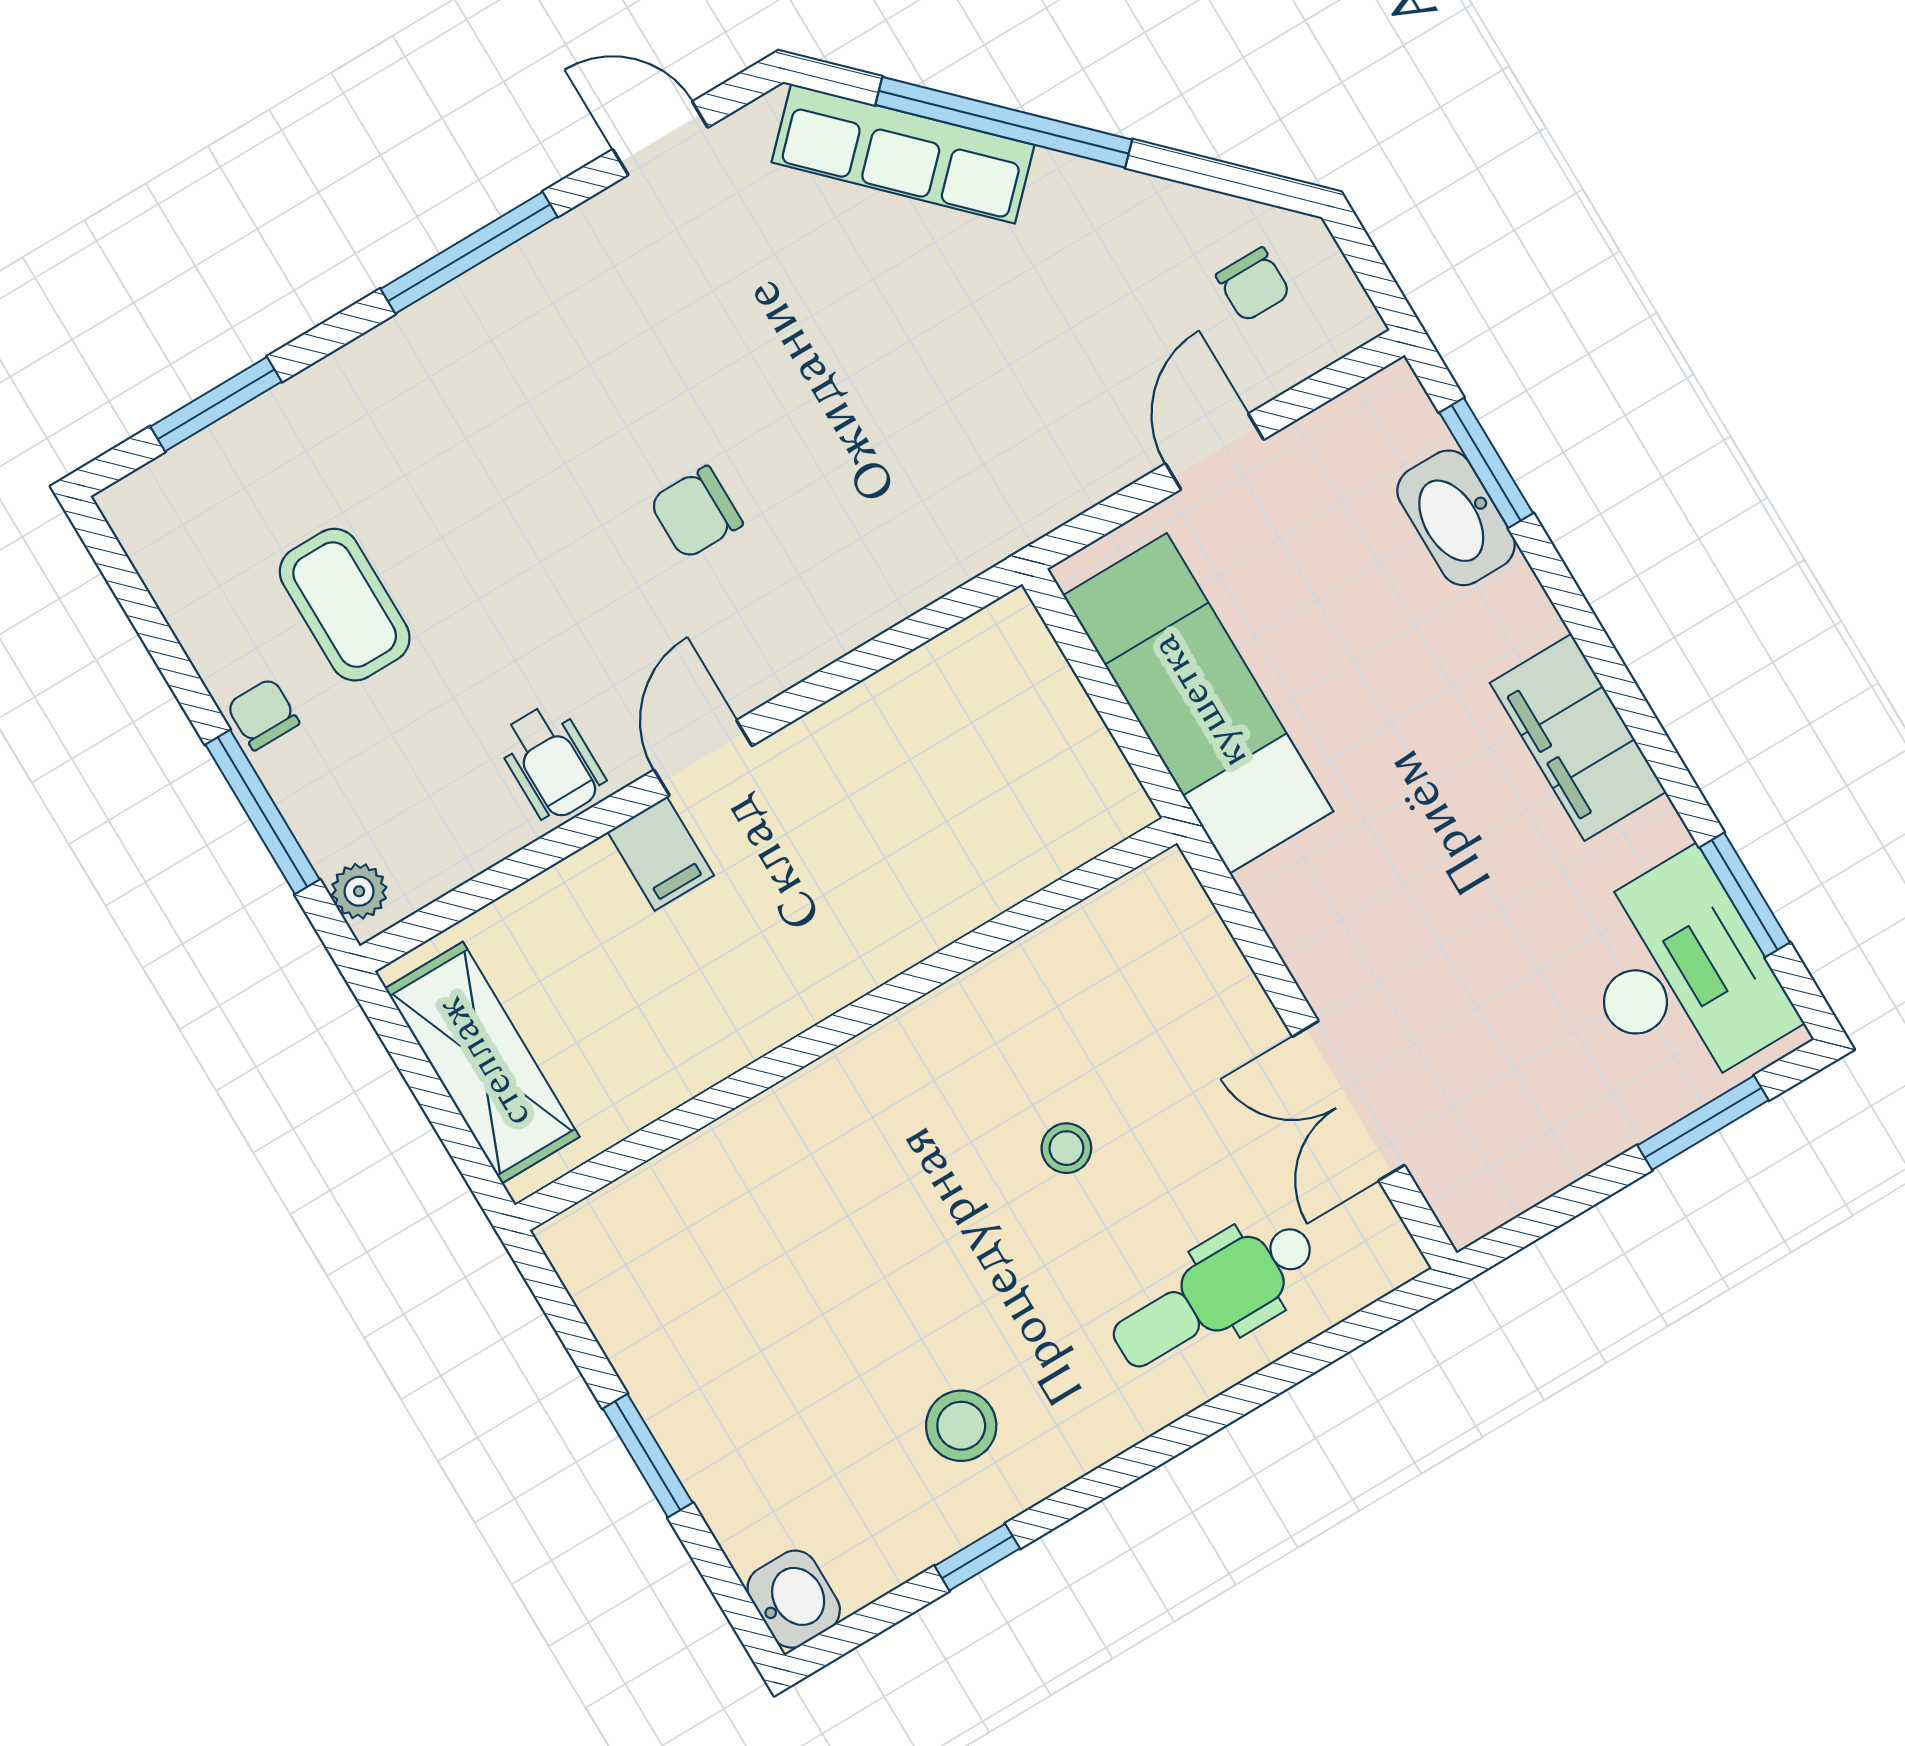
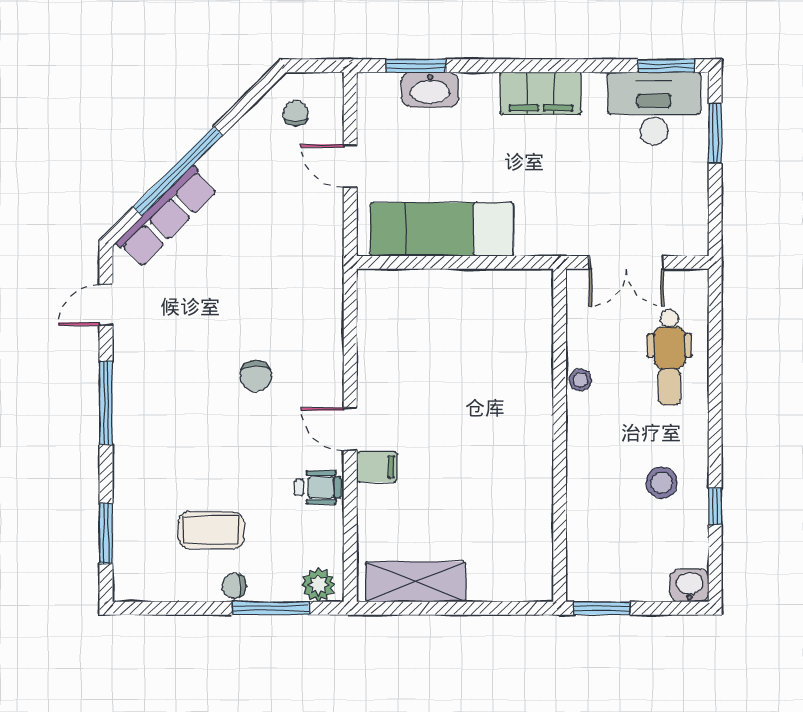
chair: (1253, 285) -> (296, 113), turned -90
plant: (359, 891) -> (318, 585), width x1.38, depth x1.38
window: (1745, 895) -> (666, 66), moved
wall: (846, 1024) -> (560, 435), moved

